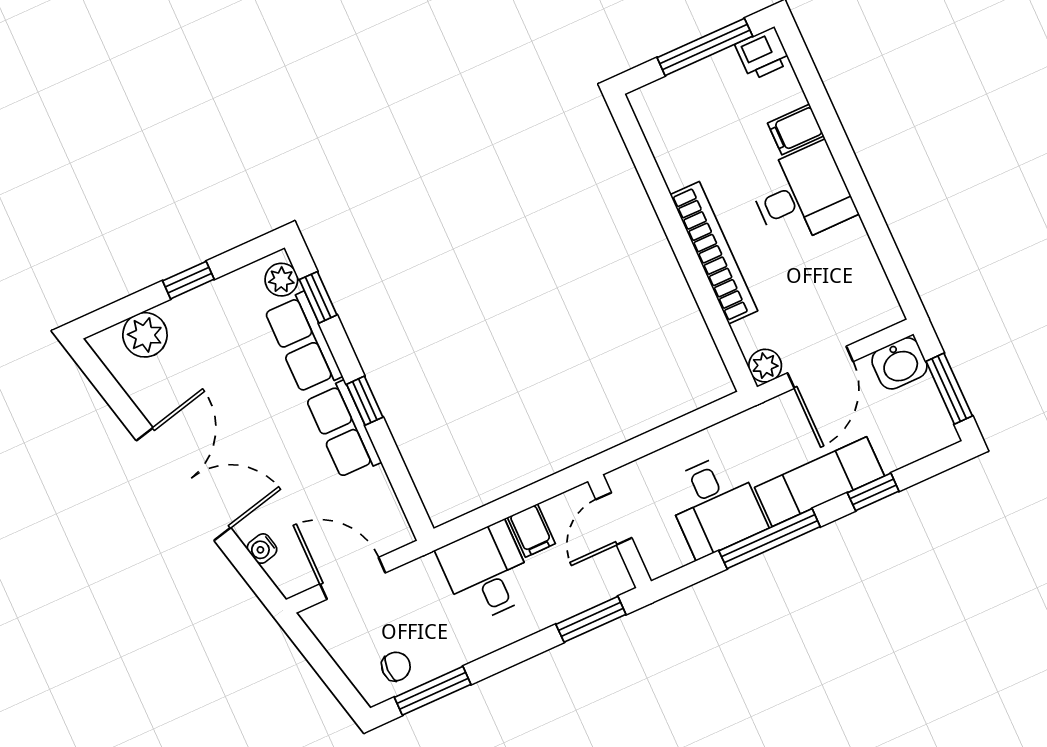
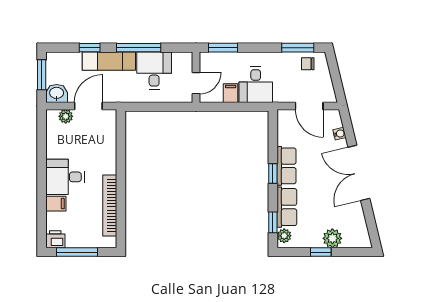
bookcase: (714, 253) -> (110, 205), moved
plant: (145, 335) -> (332, 238), moved
plant: (765, 366) -> (66, 116), moved

